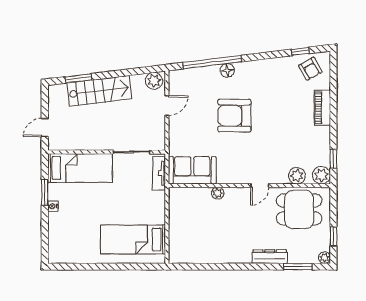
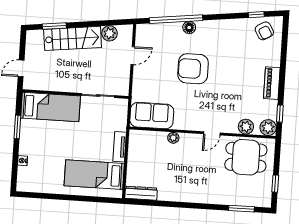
plant: (154, 81) -> (109, 33), moved
piano: (322, 108) -> (272, 83), moved
tv unit: (159, 173) -> (120, 147), moved
nightstand: (53, 206) -> (22, 161), moved
dresser: (270, 257) -> (141, 193), moved
plant: (324, 258) -> (266, 202), removed

